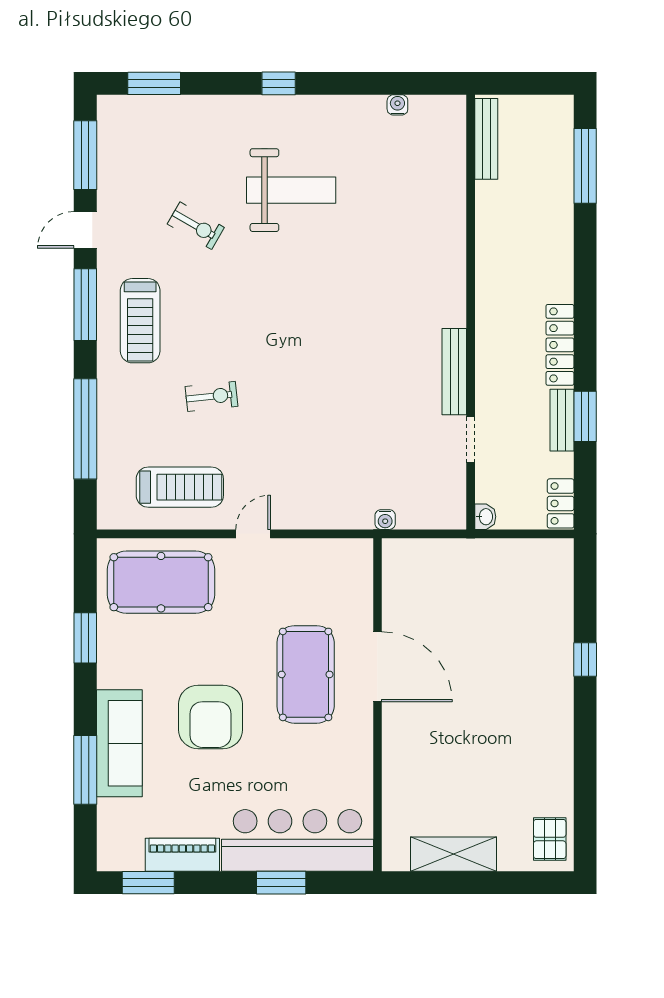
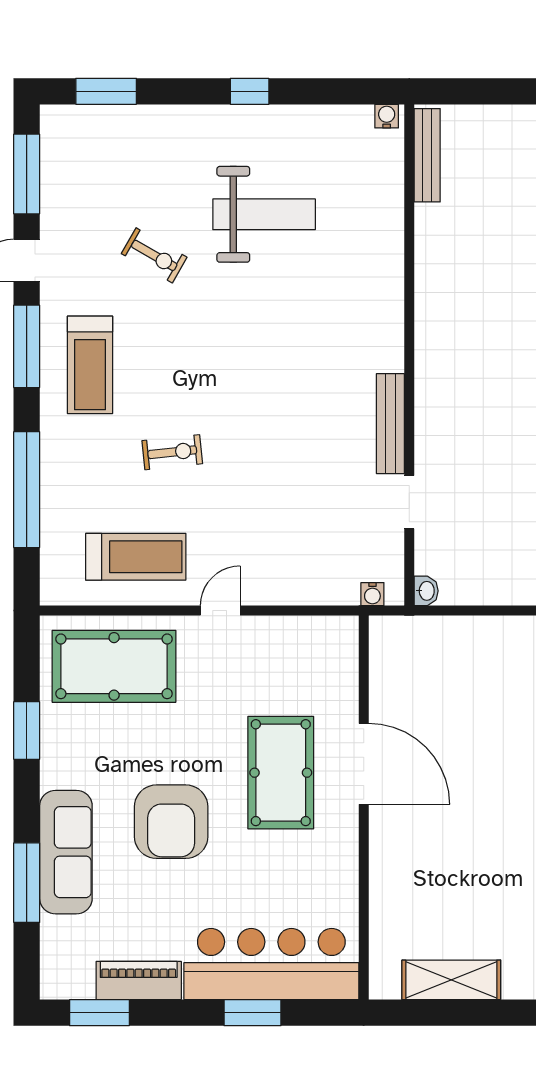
bench: (486, 139) -> (427, 155), moved
wall: (471, 312) -> (409, 355), moved
bench: (454, 372) -> (390, 424), moved
doorway: (471, 440) -> (409, 502), moved
washbasin: (485, 517) -> (426, 591), moved

